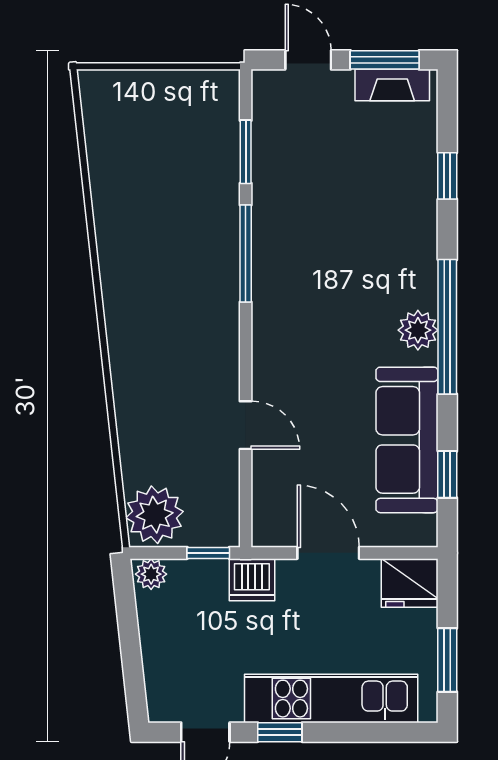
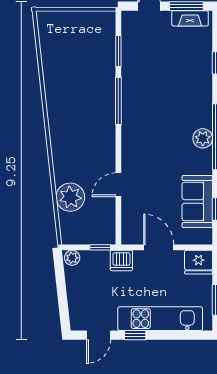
door: (246, 425) -> (118, 185), swing flipped
sofa: (407, 440) -> (197, 202), width x0.73
plant: (155, 515) -> (70, 197), moved

